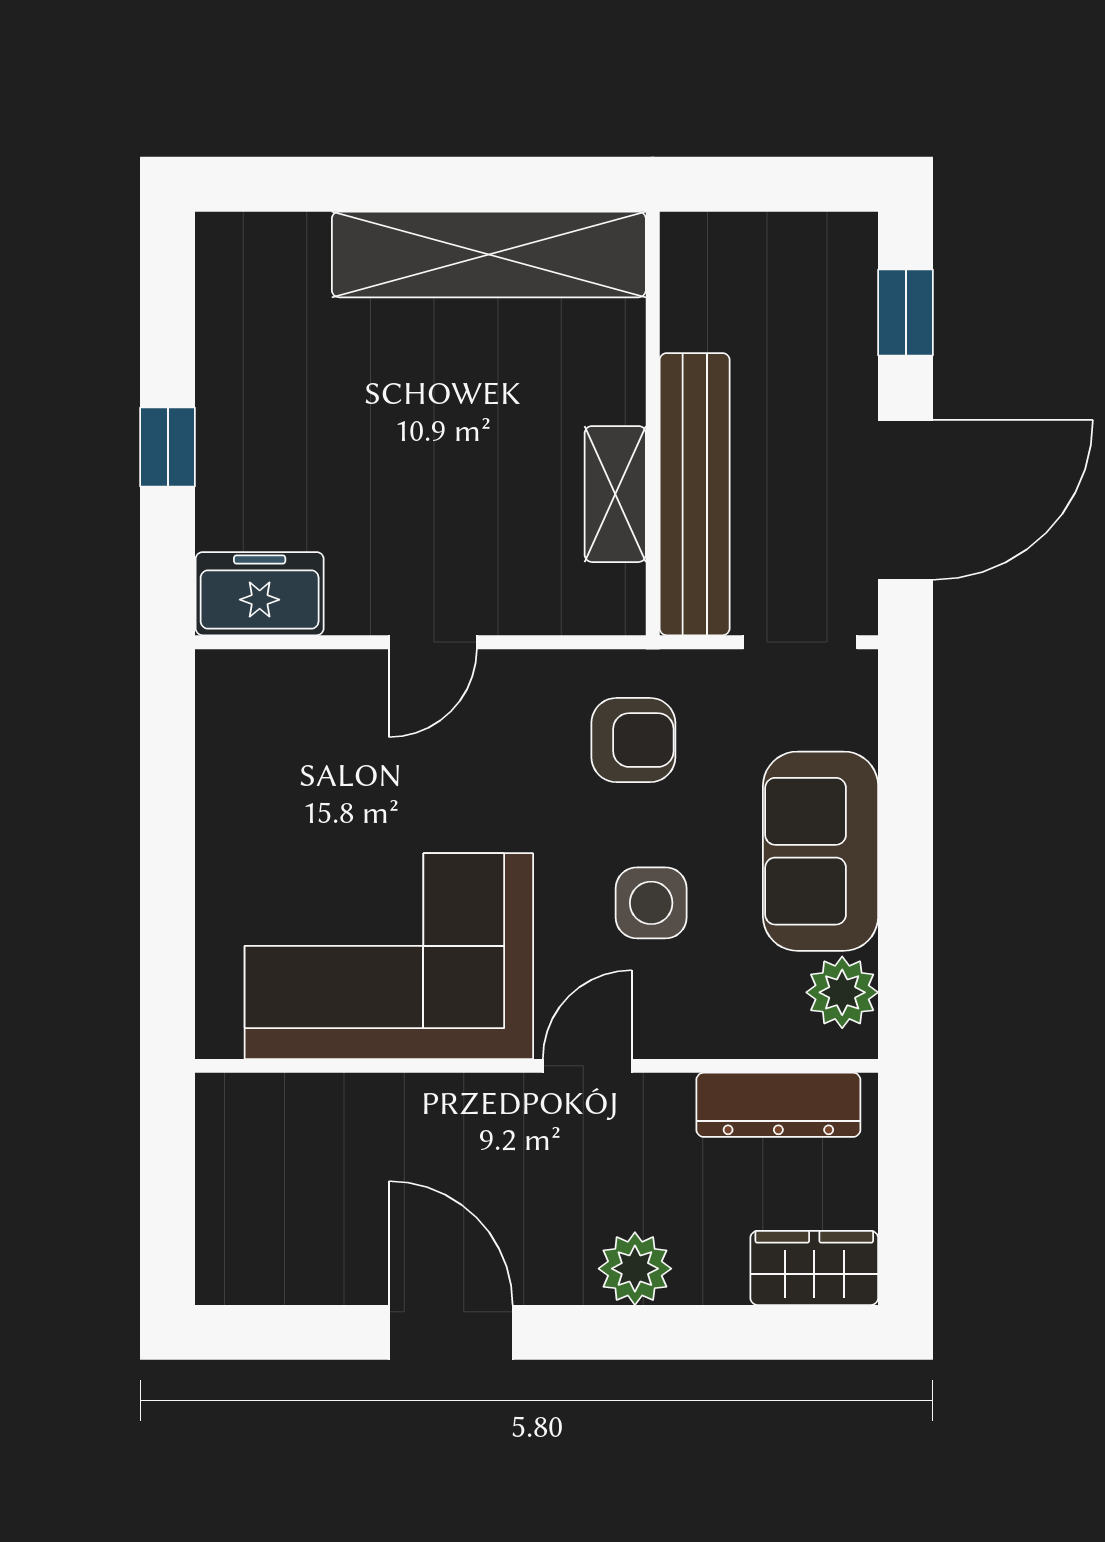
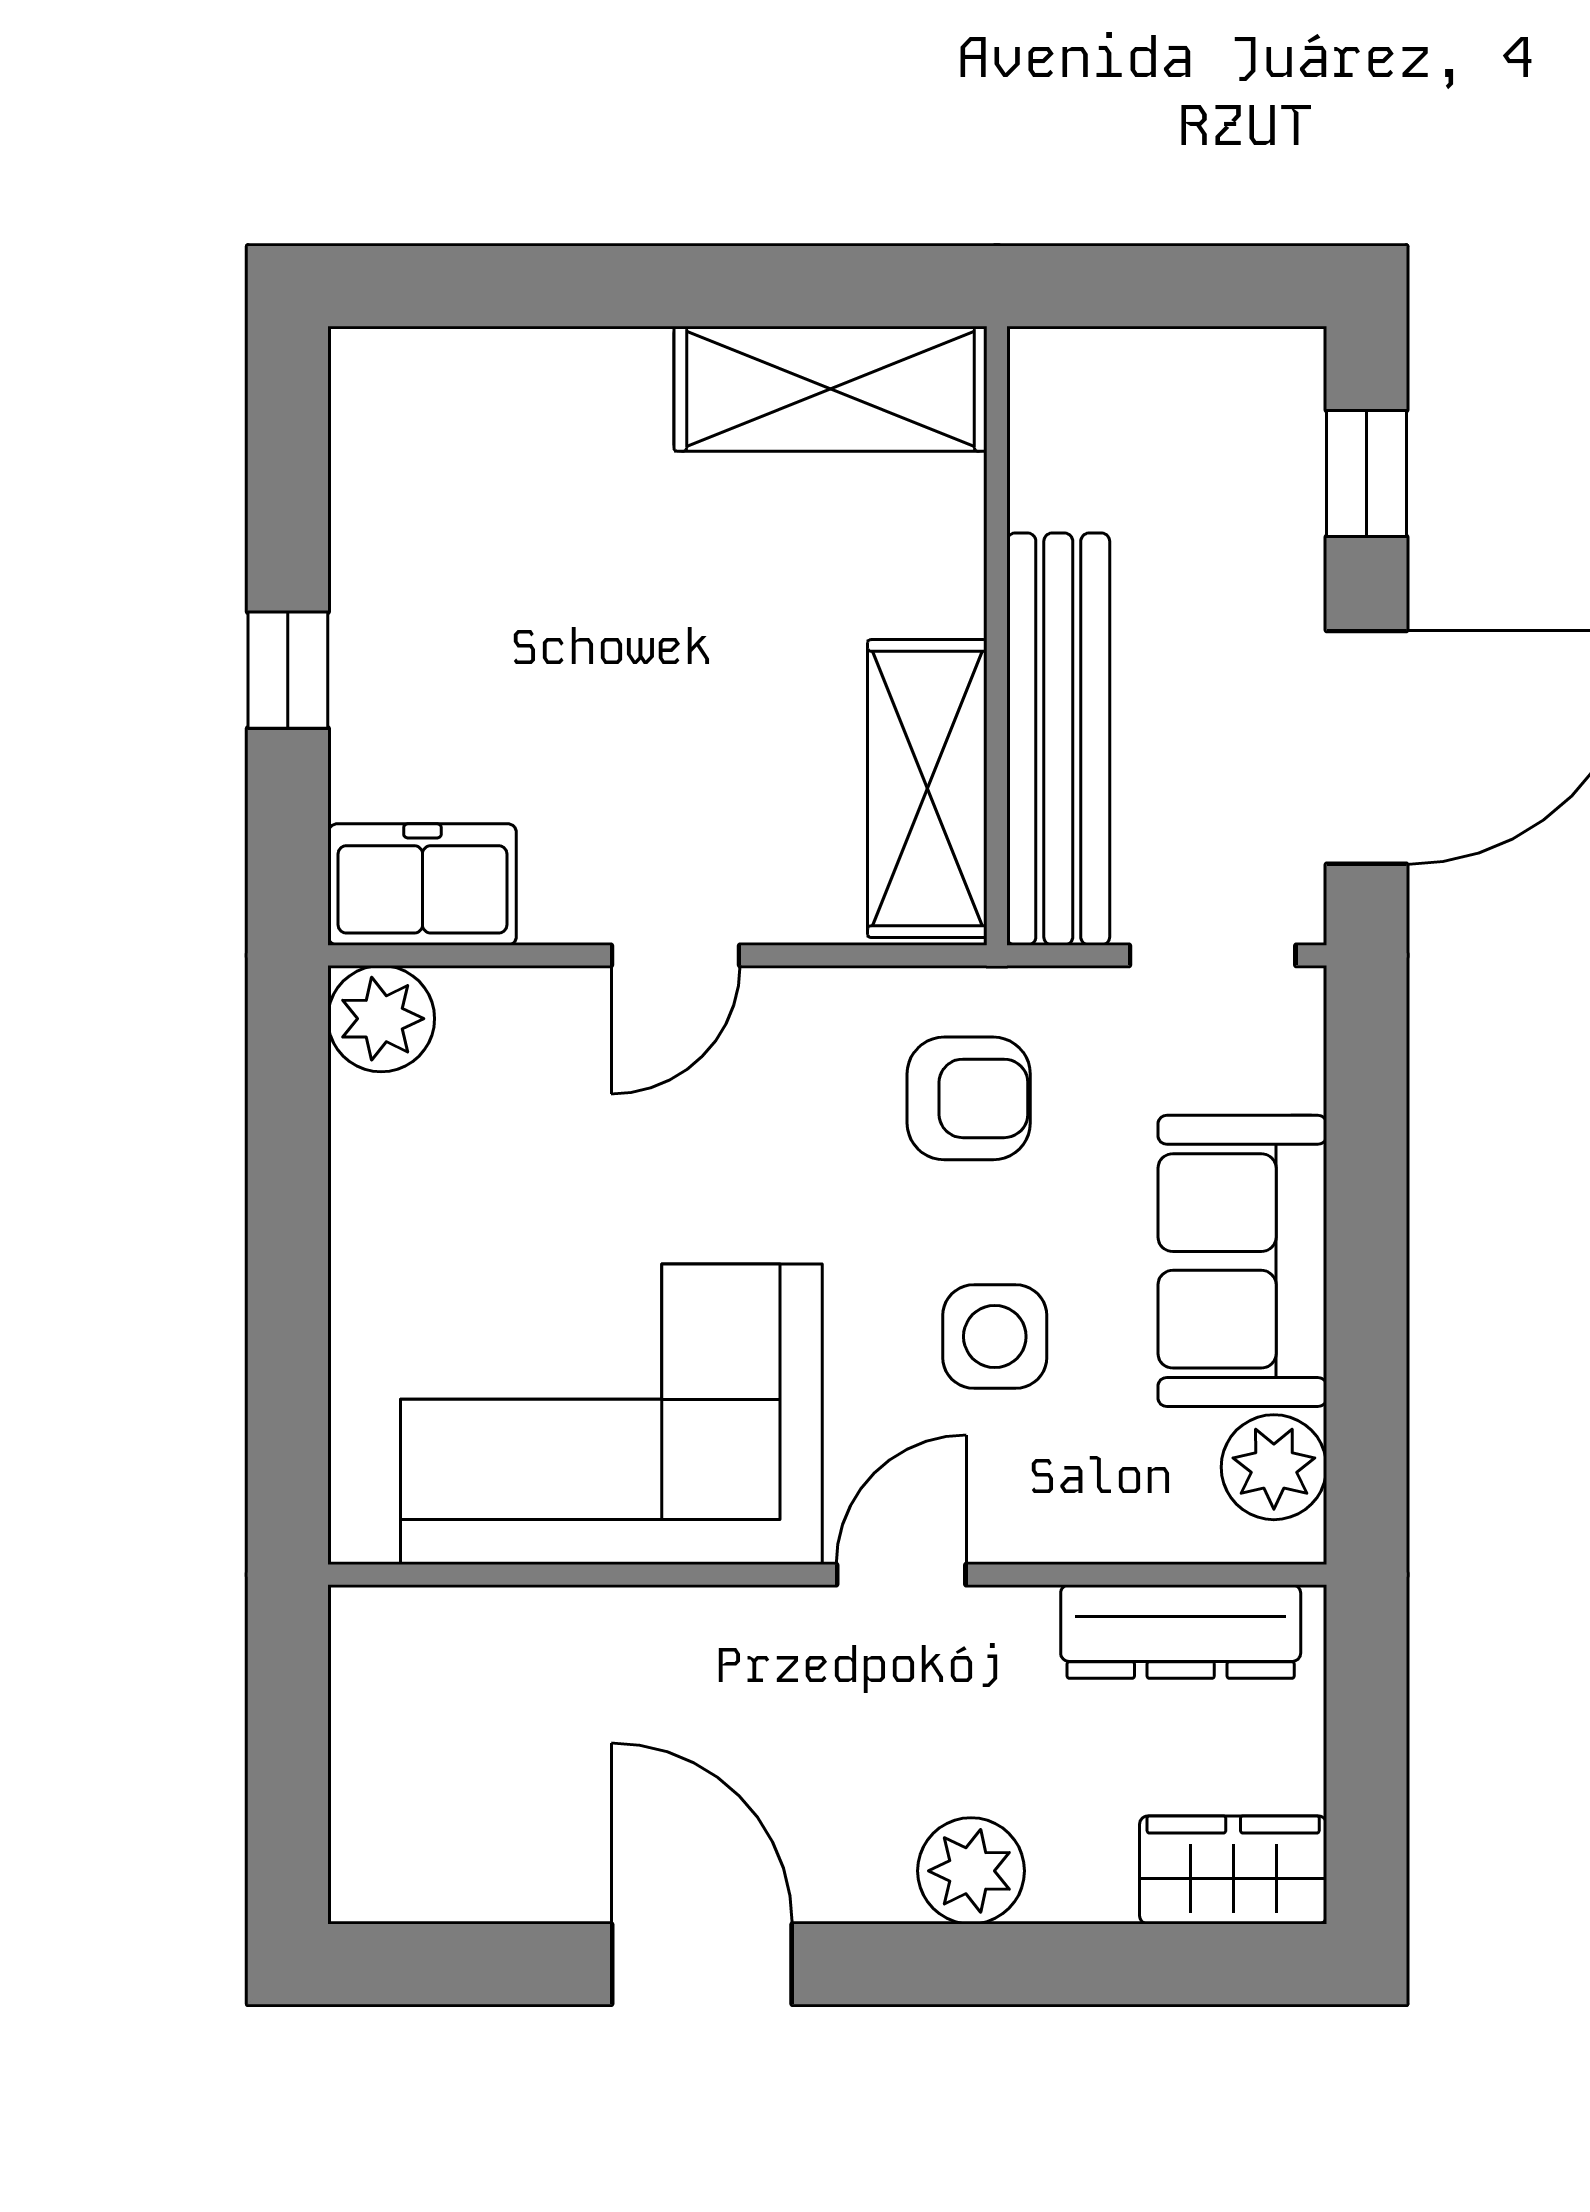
shelving: (489, 254) -> (831, 389), width x0.68
shelving: (615, 494) -> (927, 789), width x1.50, depth x1.33
plant: (231, 685) -> (381, 1019), added

